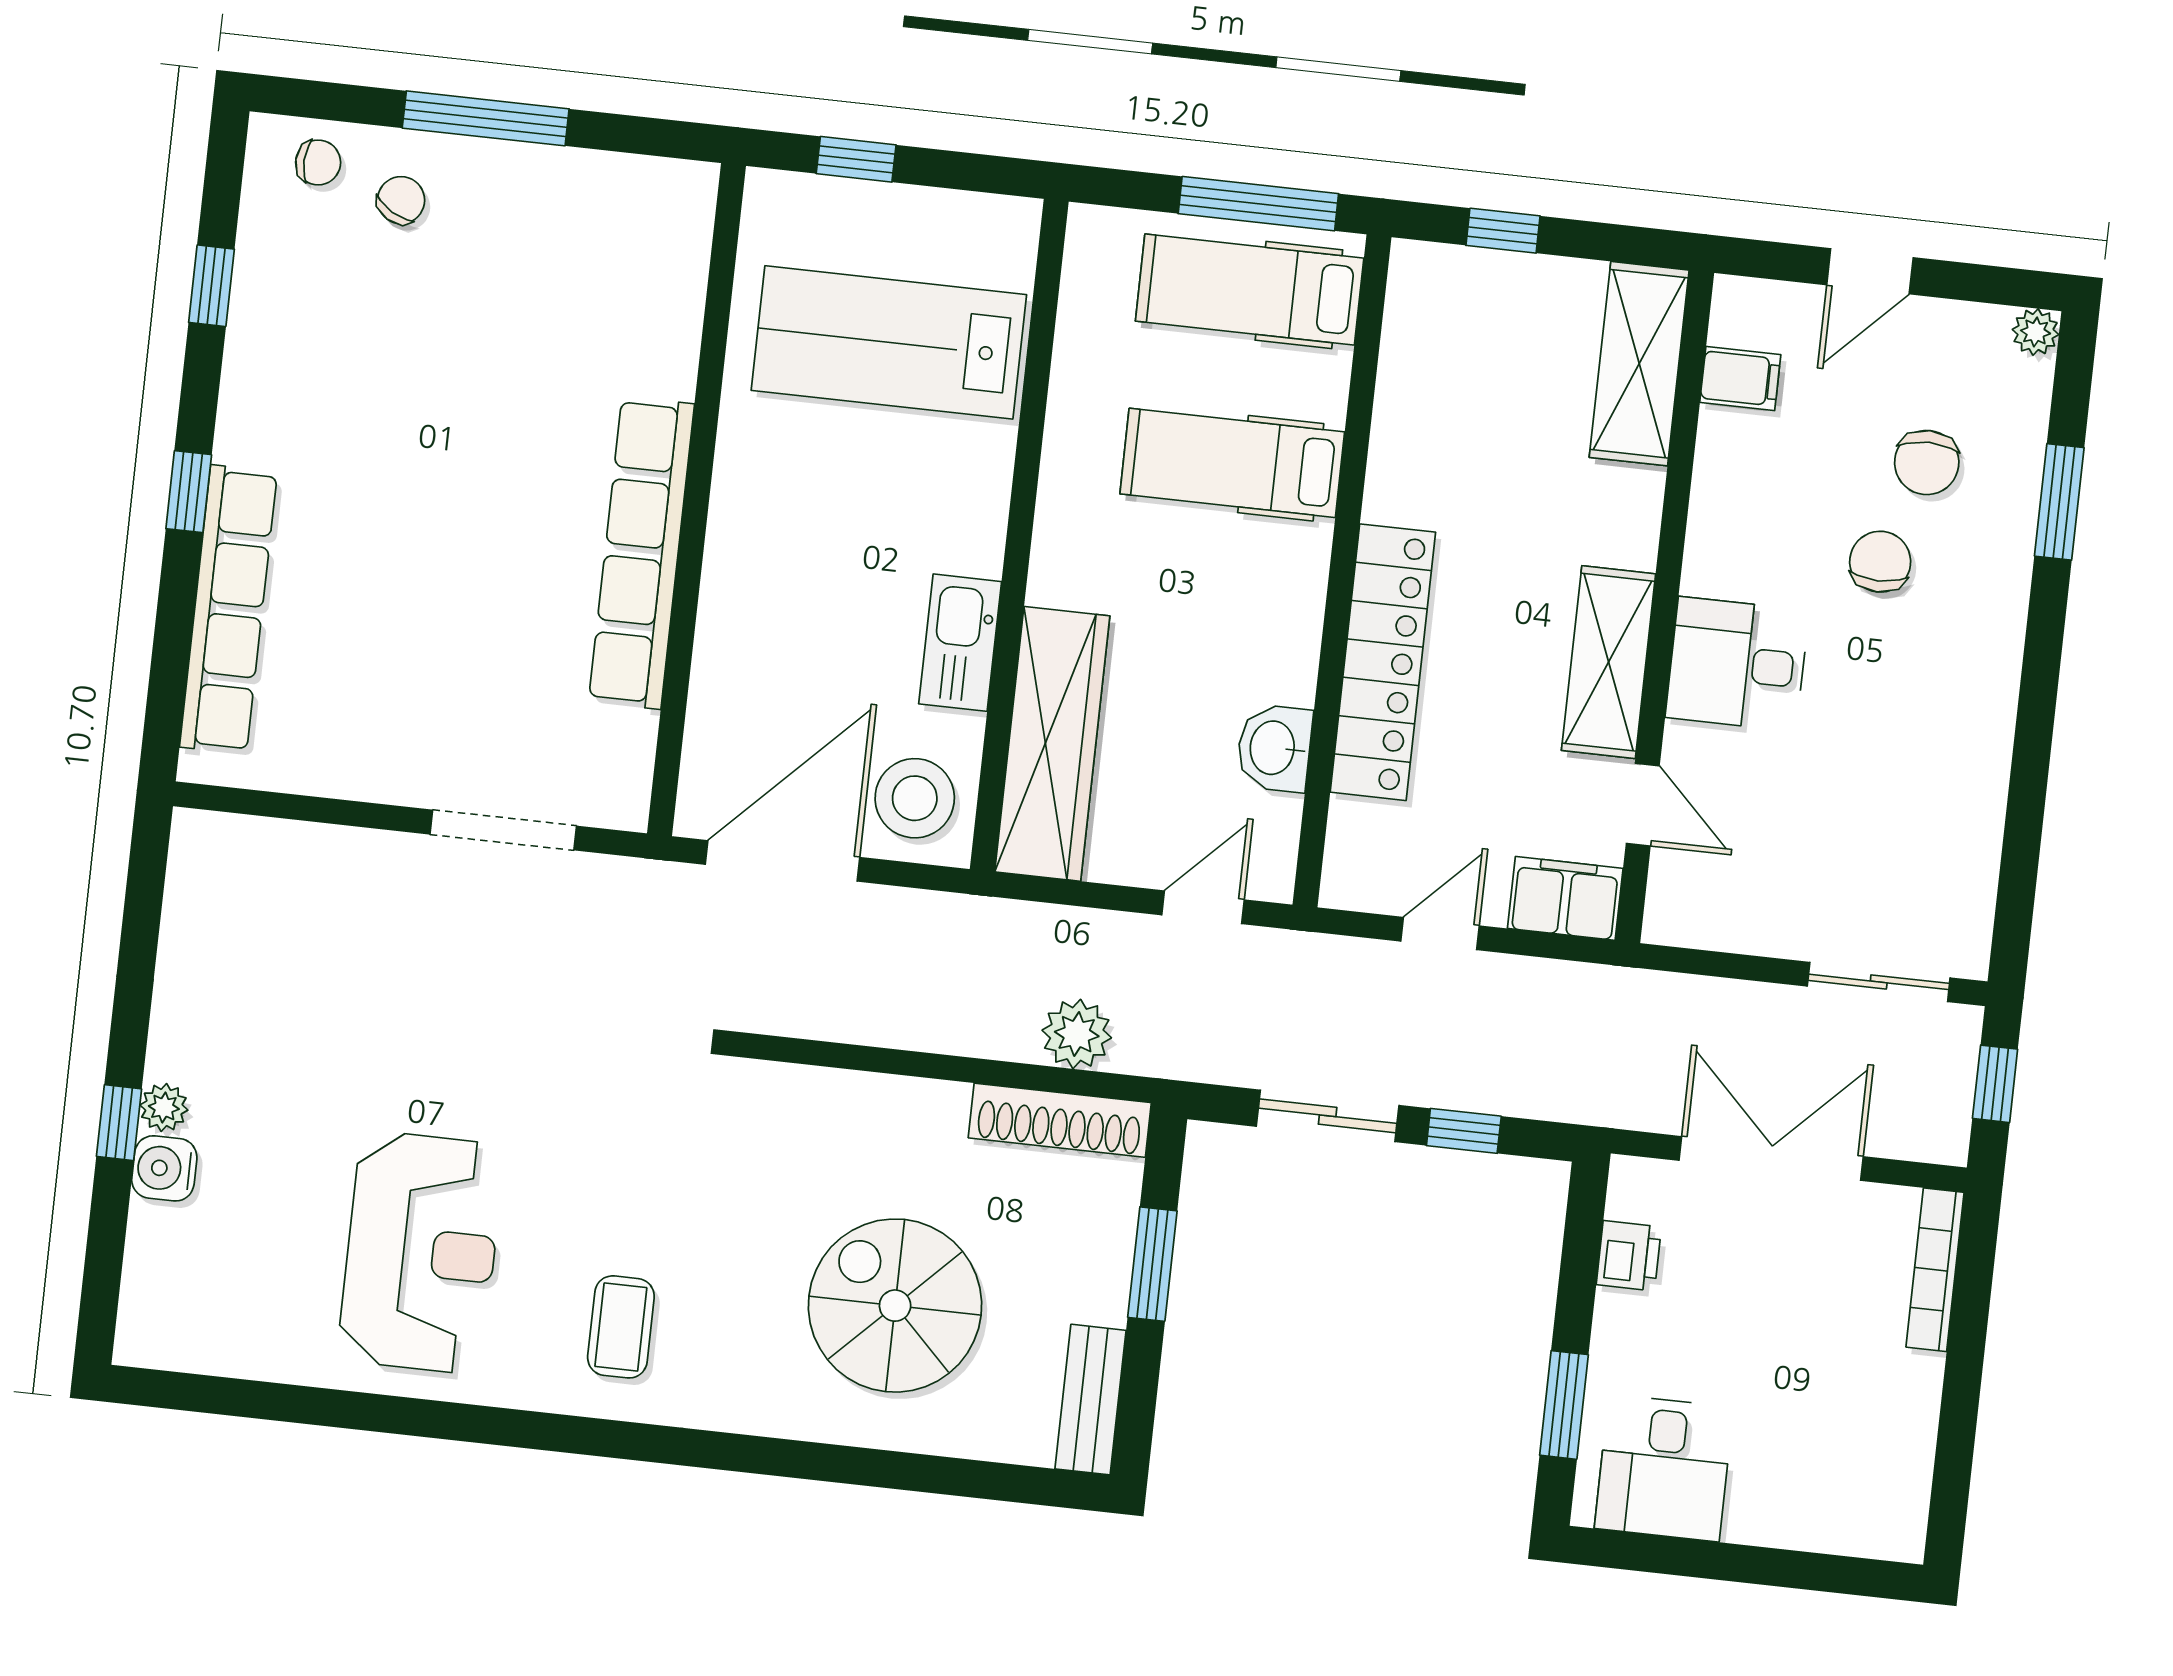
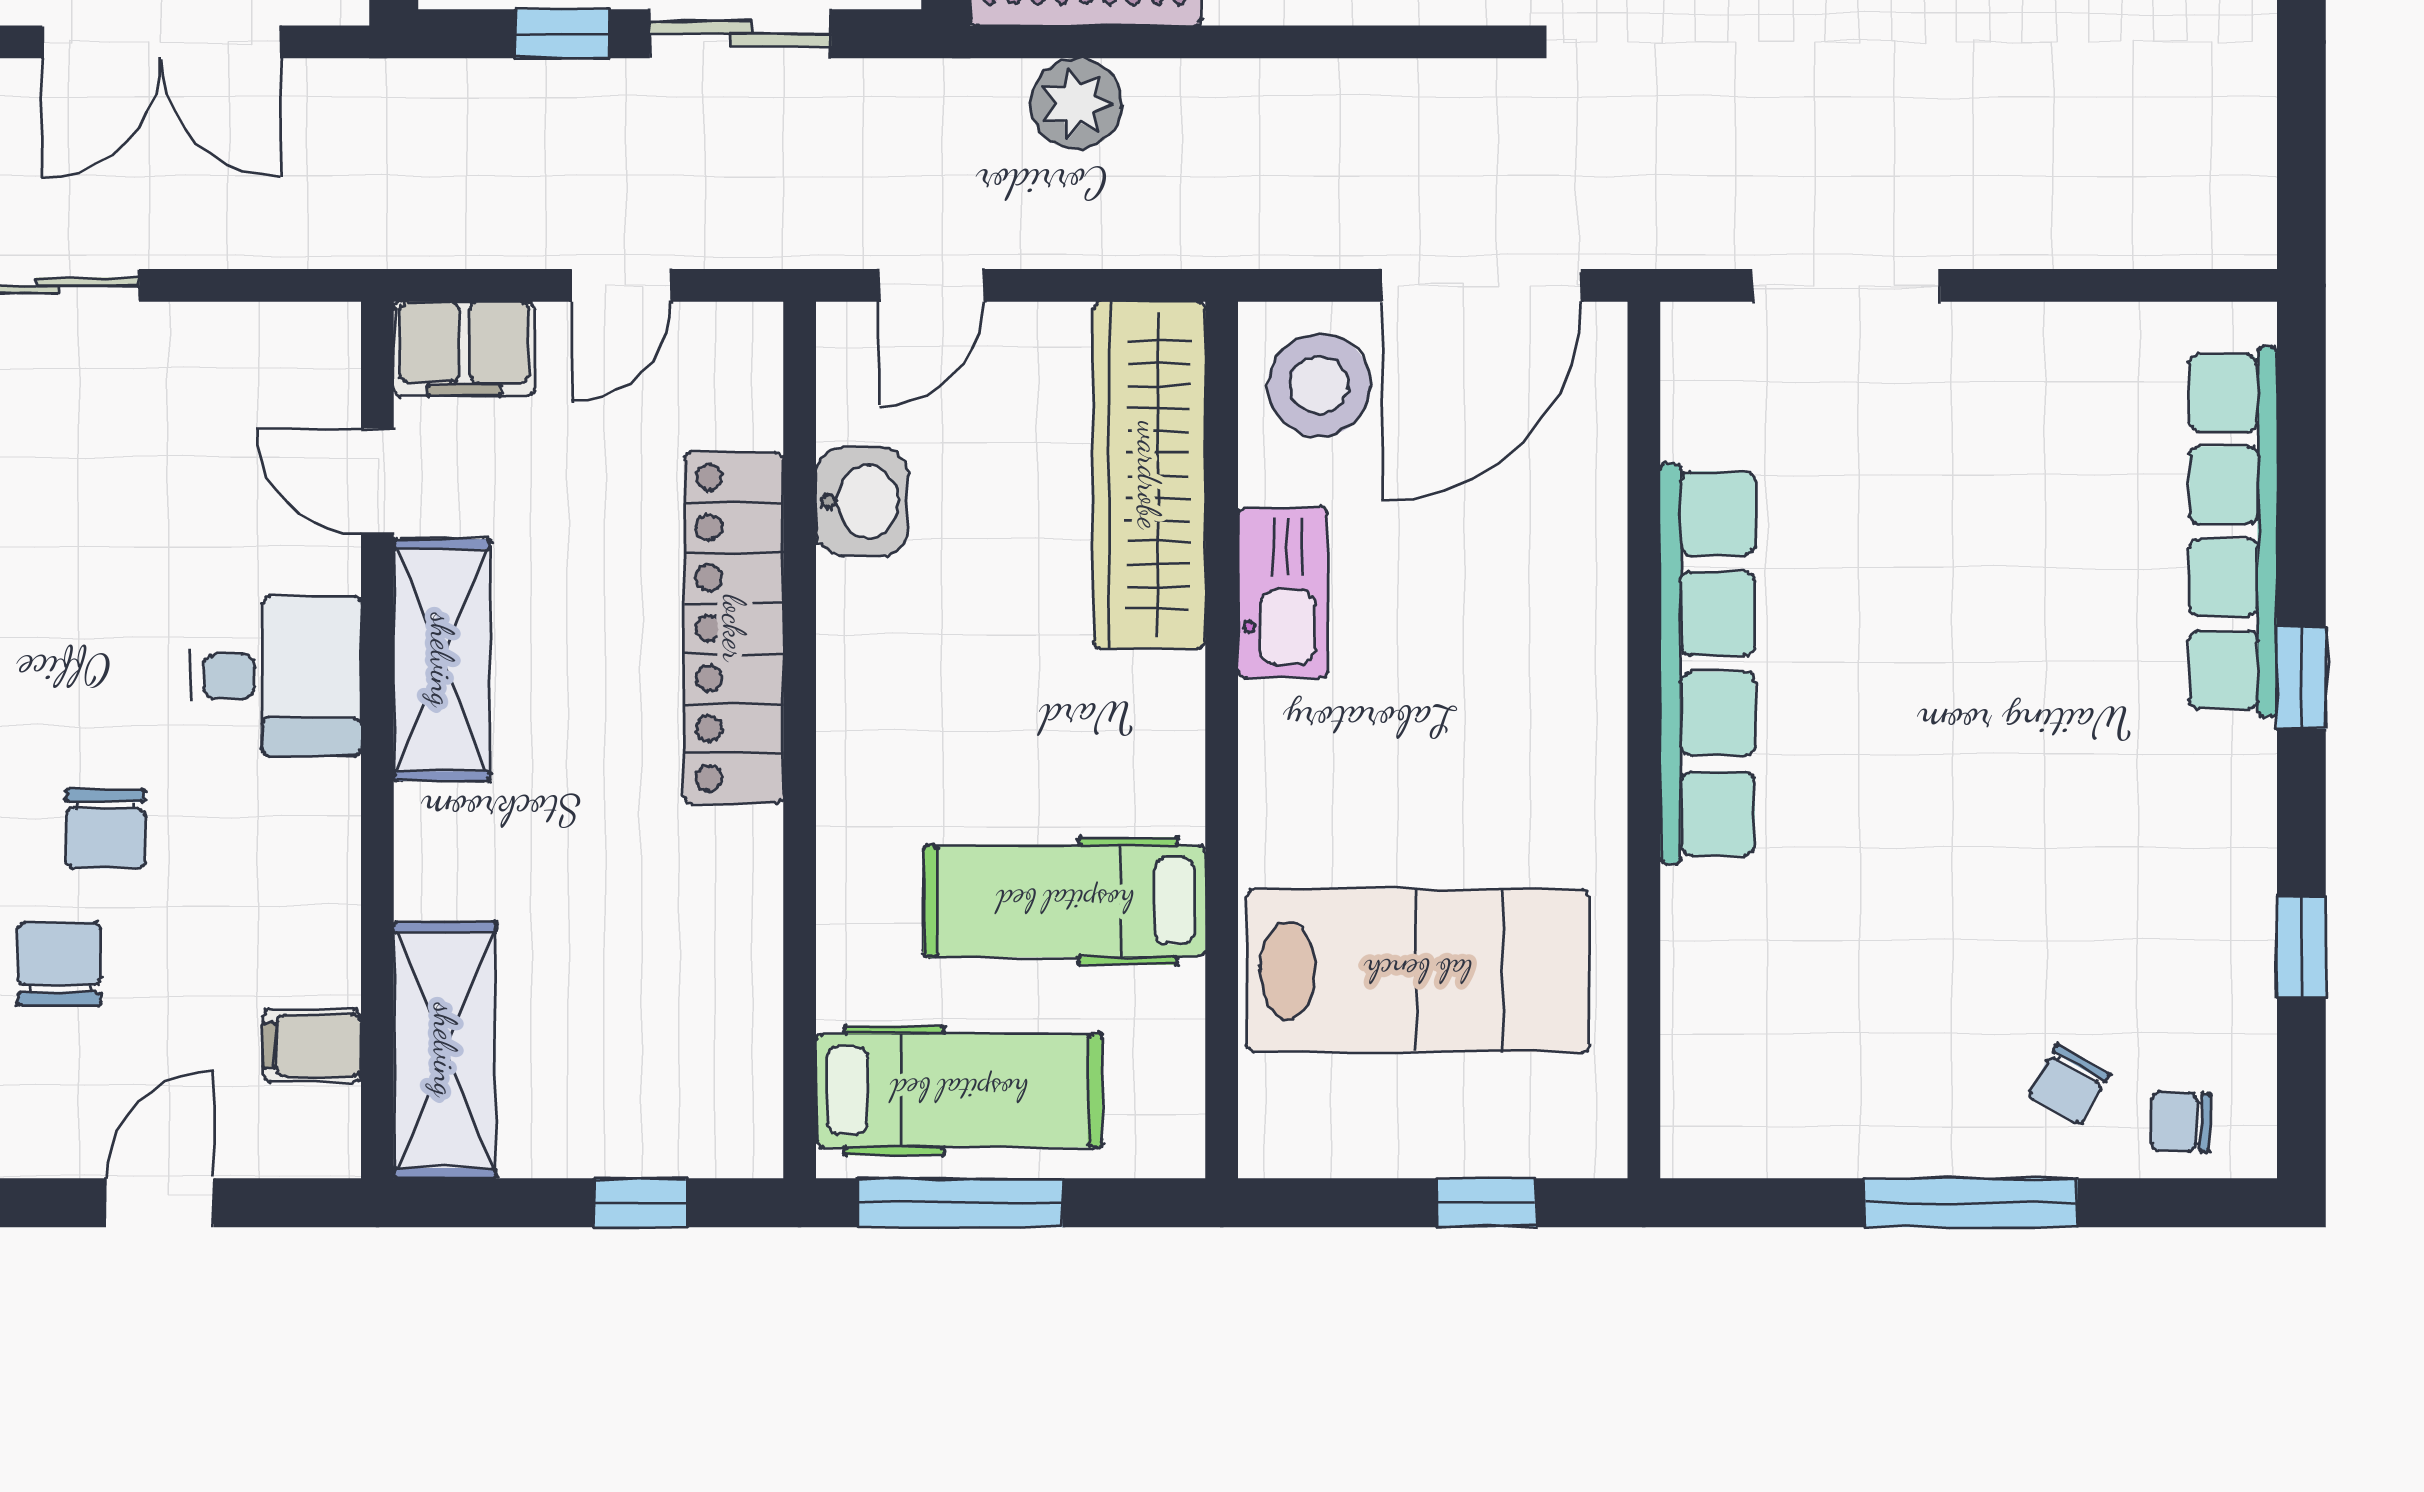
hospital bed: (1232, 463) -> (1065, 901), moved, turned 180

